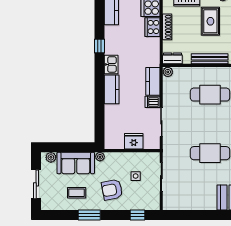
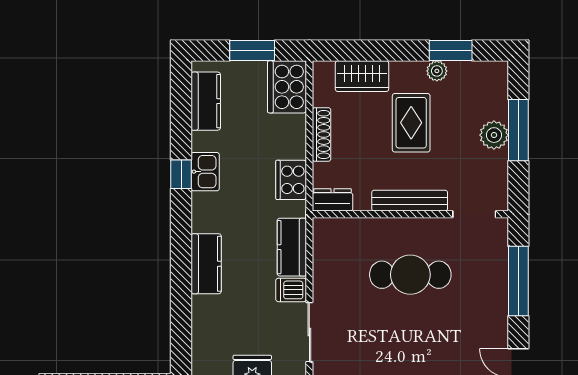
cooker: (152, 27) -> (291, 180), moved
kitchen sink: (111, 64) -> (205, 172), moved
plant: (168, 72) -> (323, 228), removed

